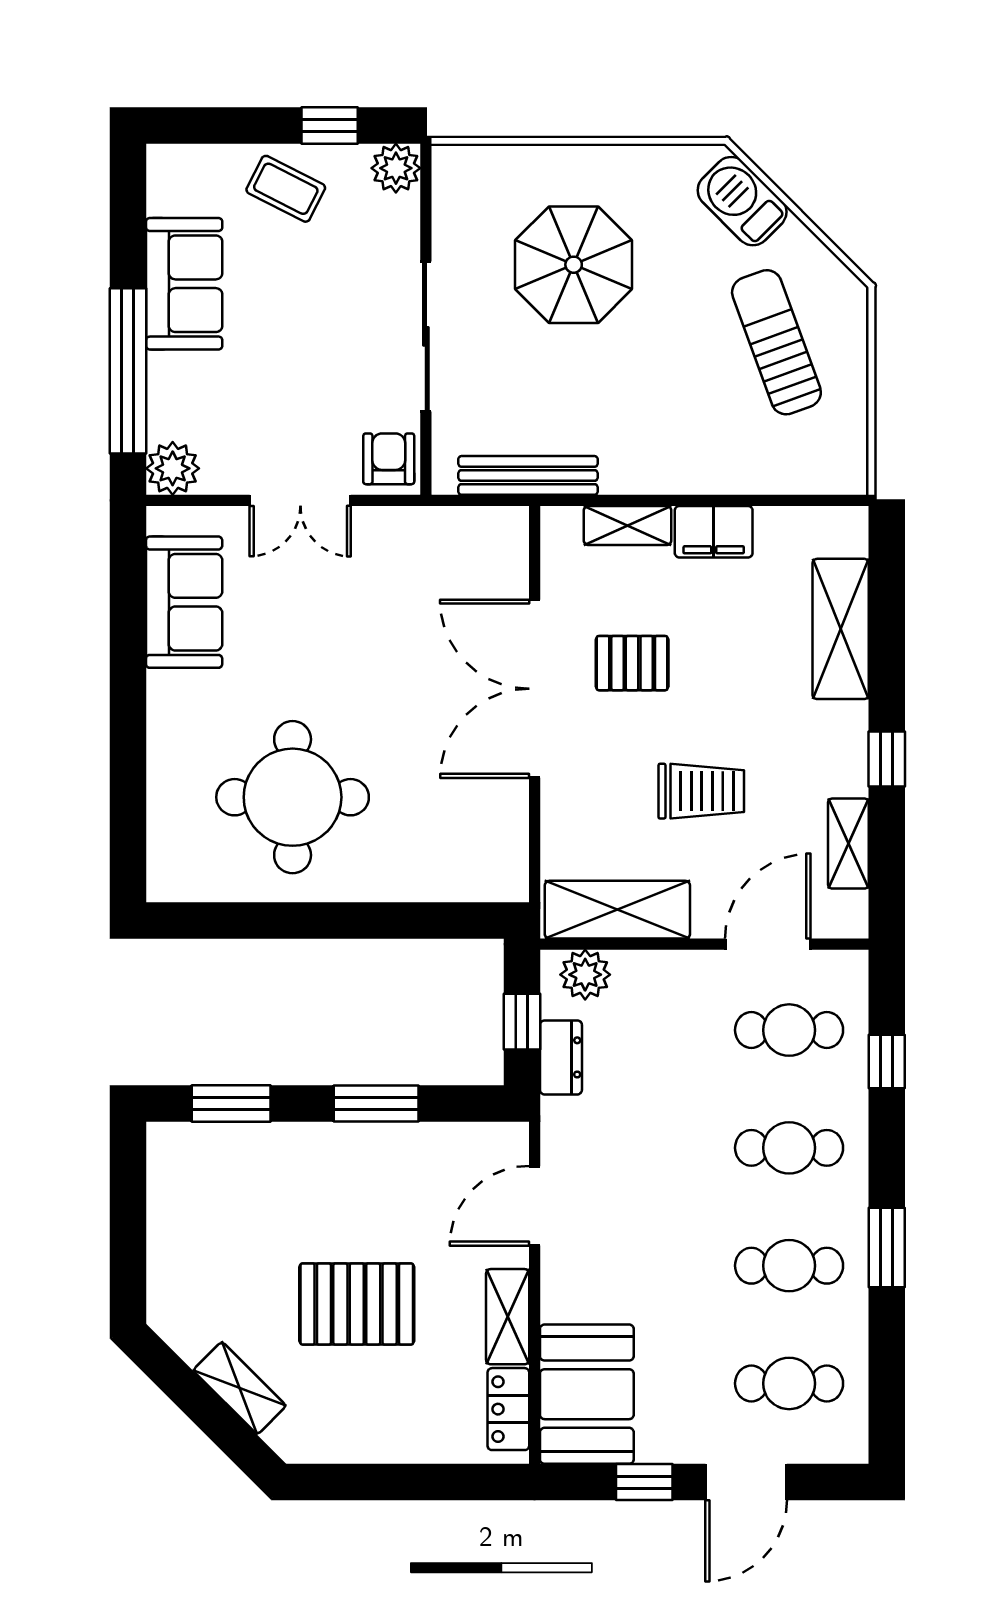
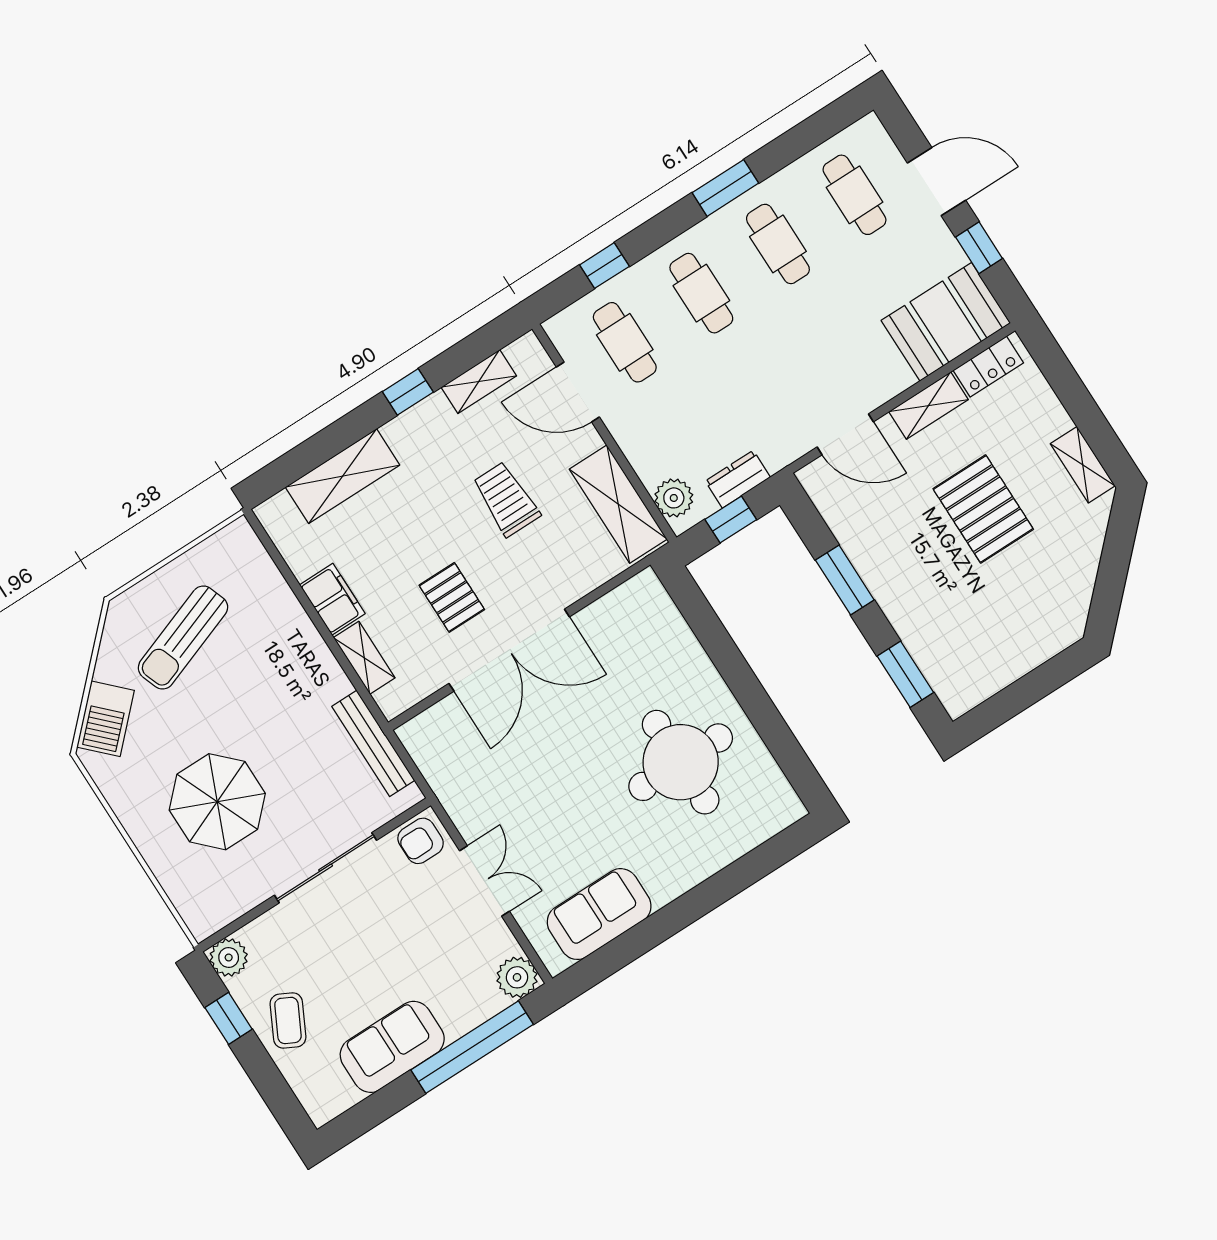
shelving: (240, 1388) -> (1083, 465), moved, turned -45

